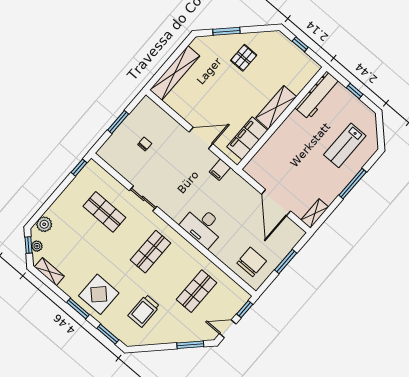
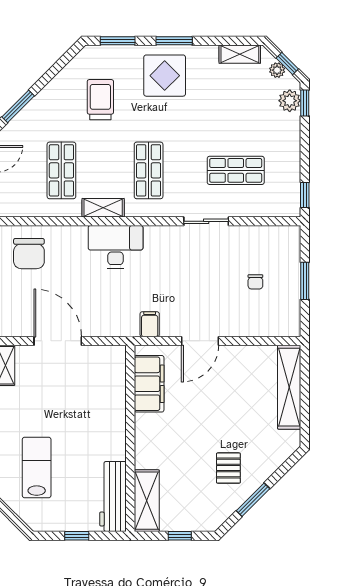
window: (226, 31) -> (253, 500), moved
shelving: (276, 107) -> (147, 501), moved
window: (37, 216) -> (305, 103), added
shelving: (192, 252) -> (103, 208), added

